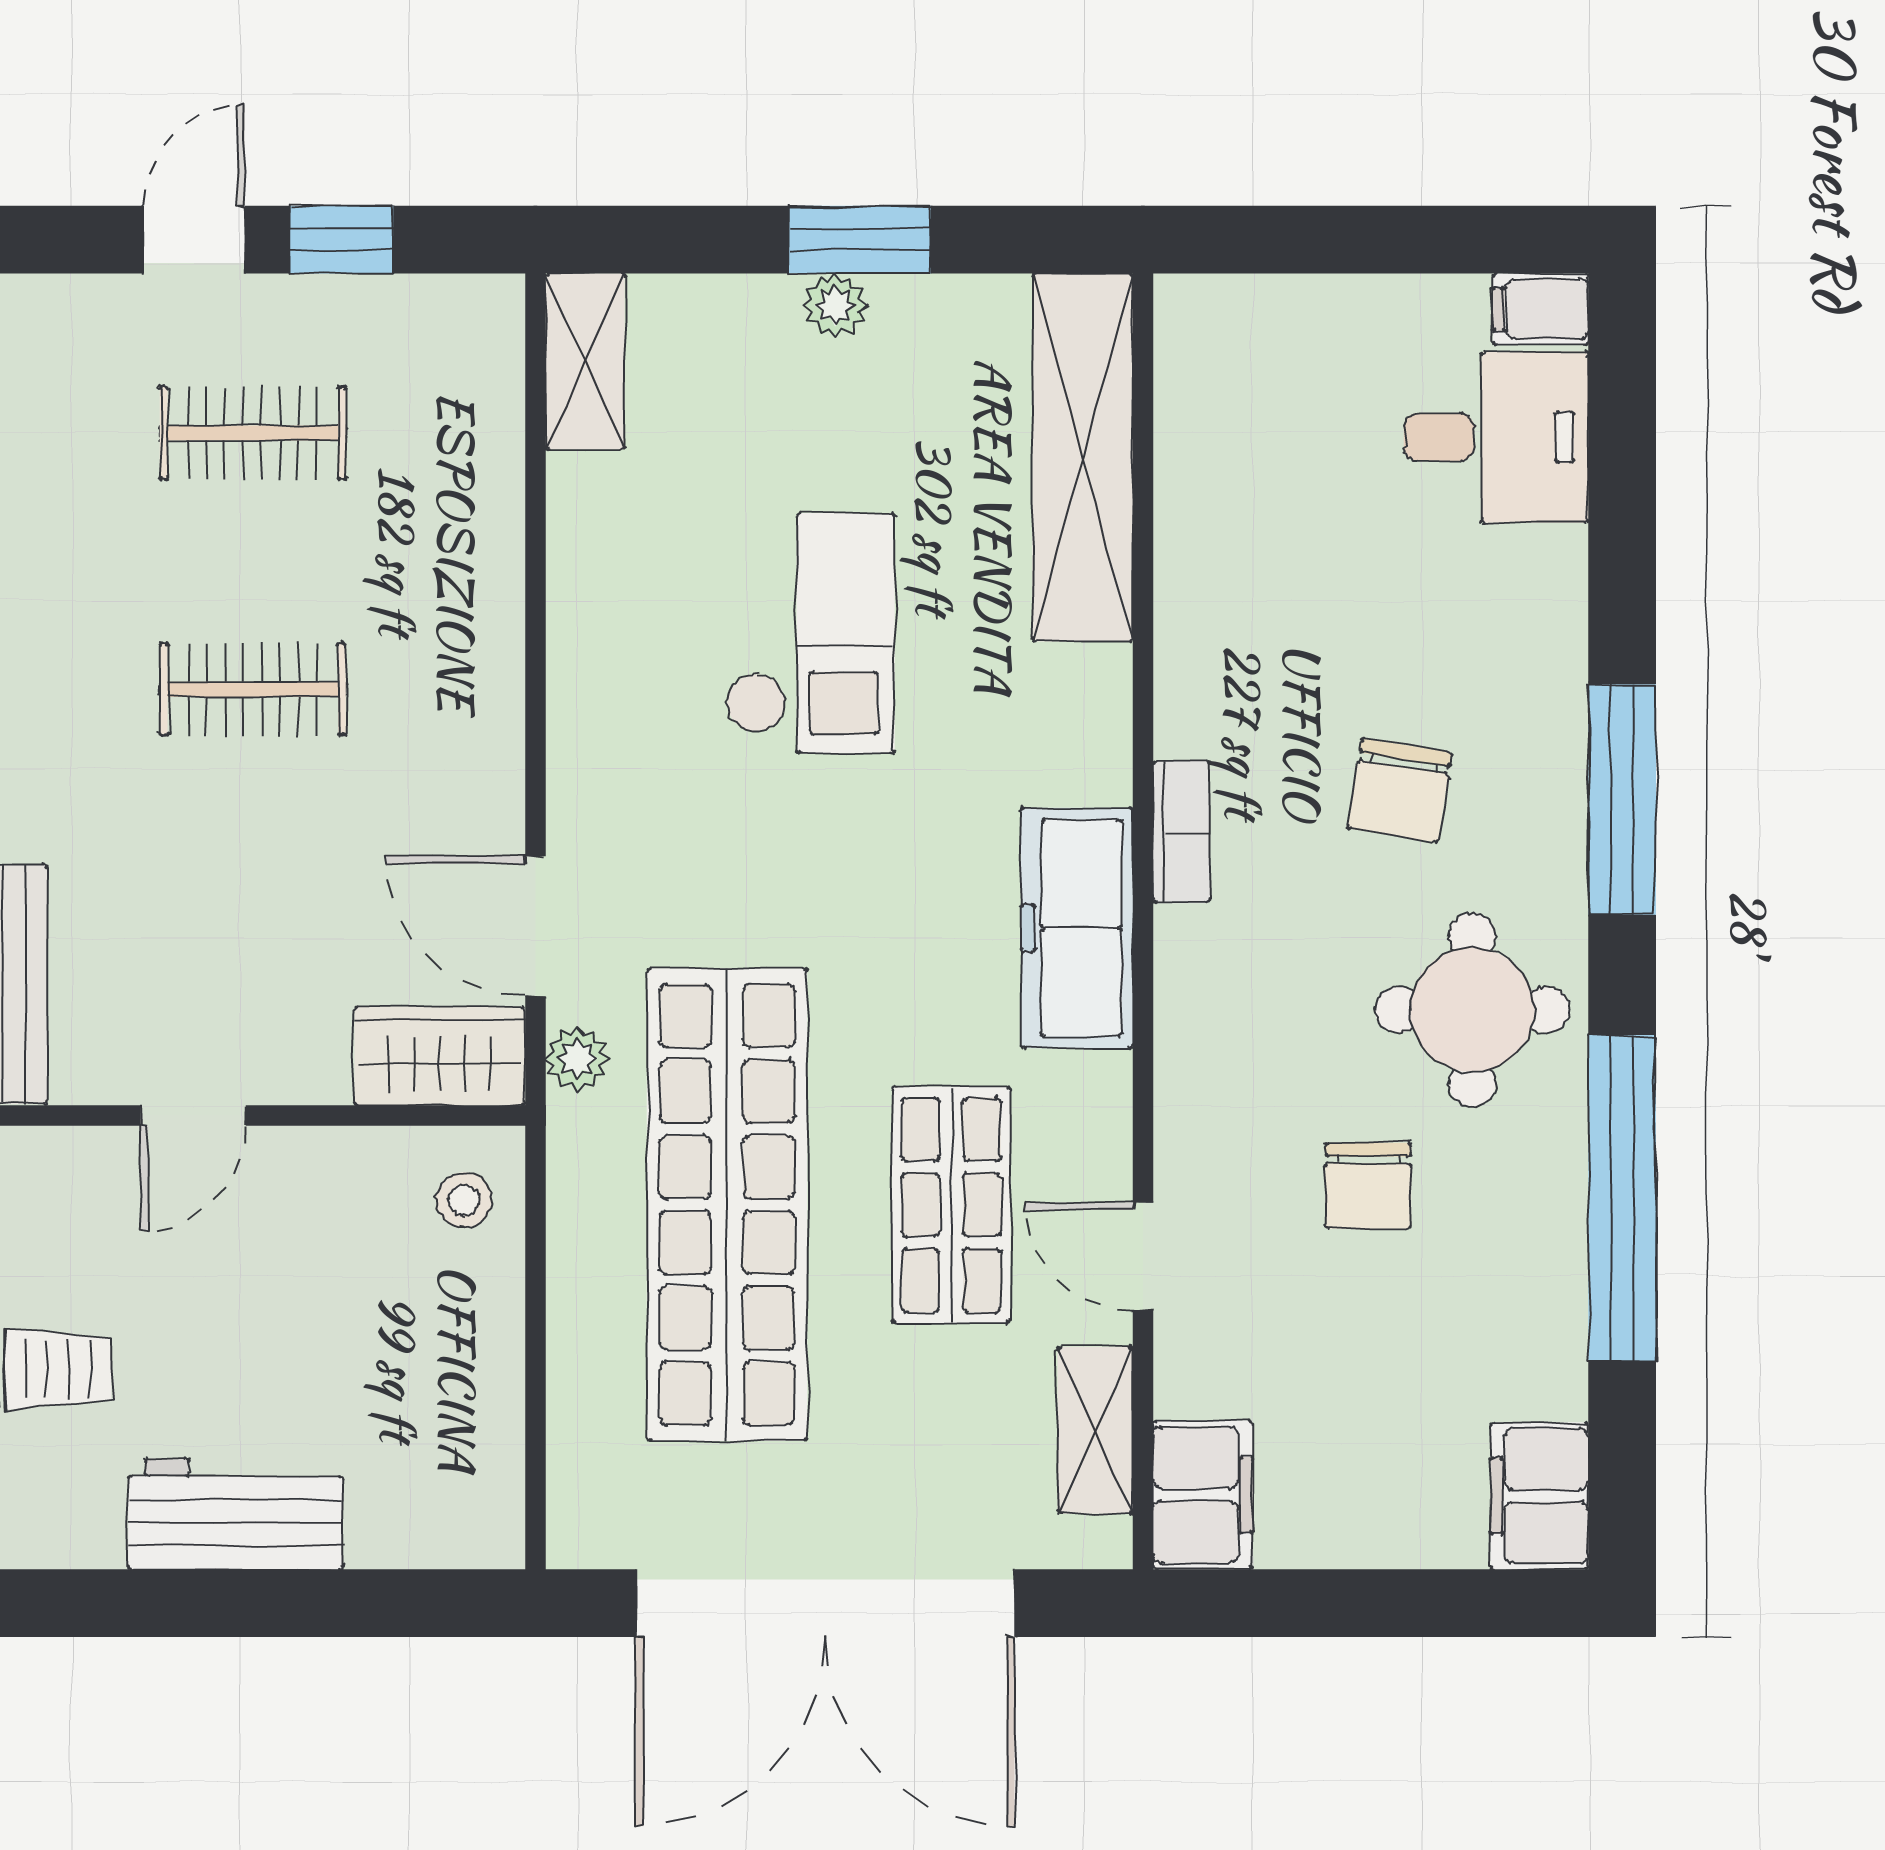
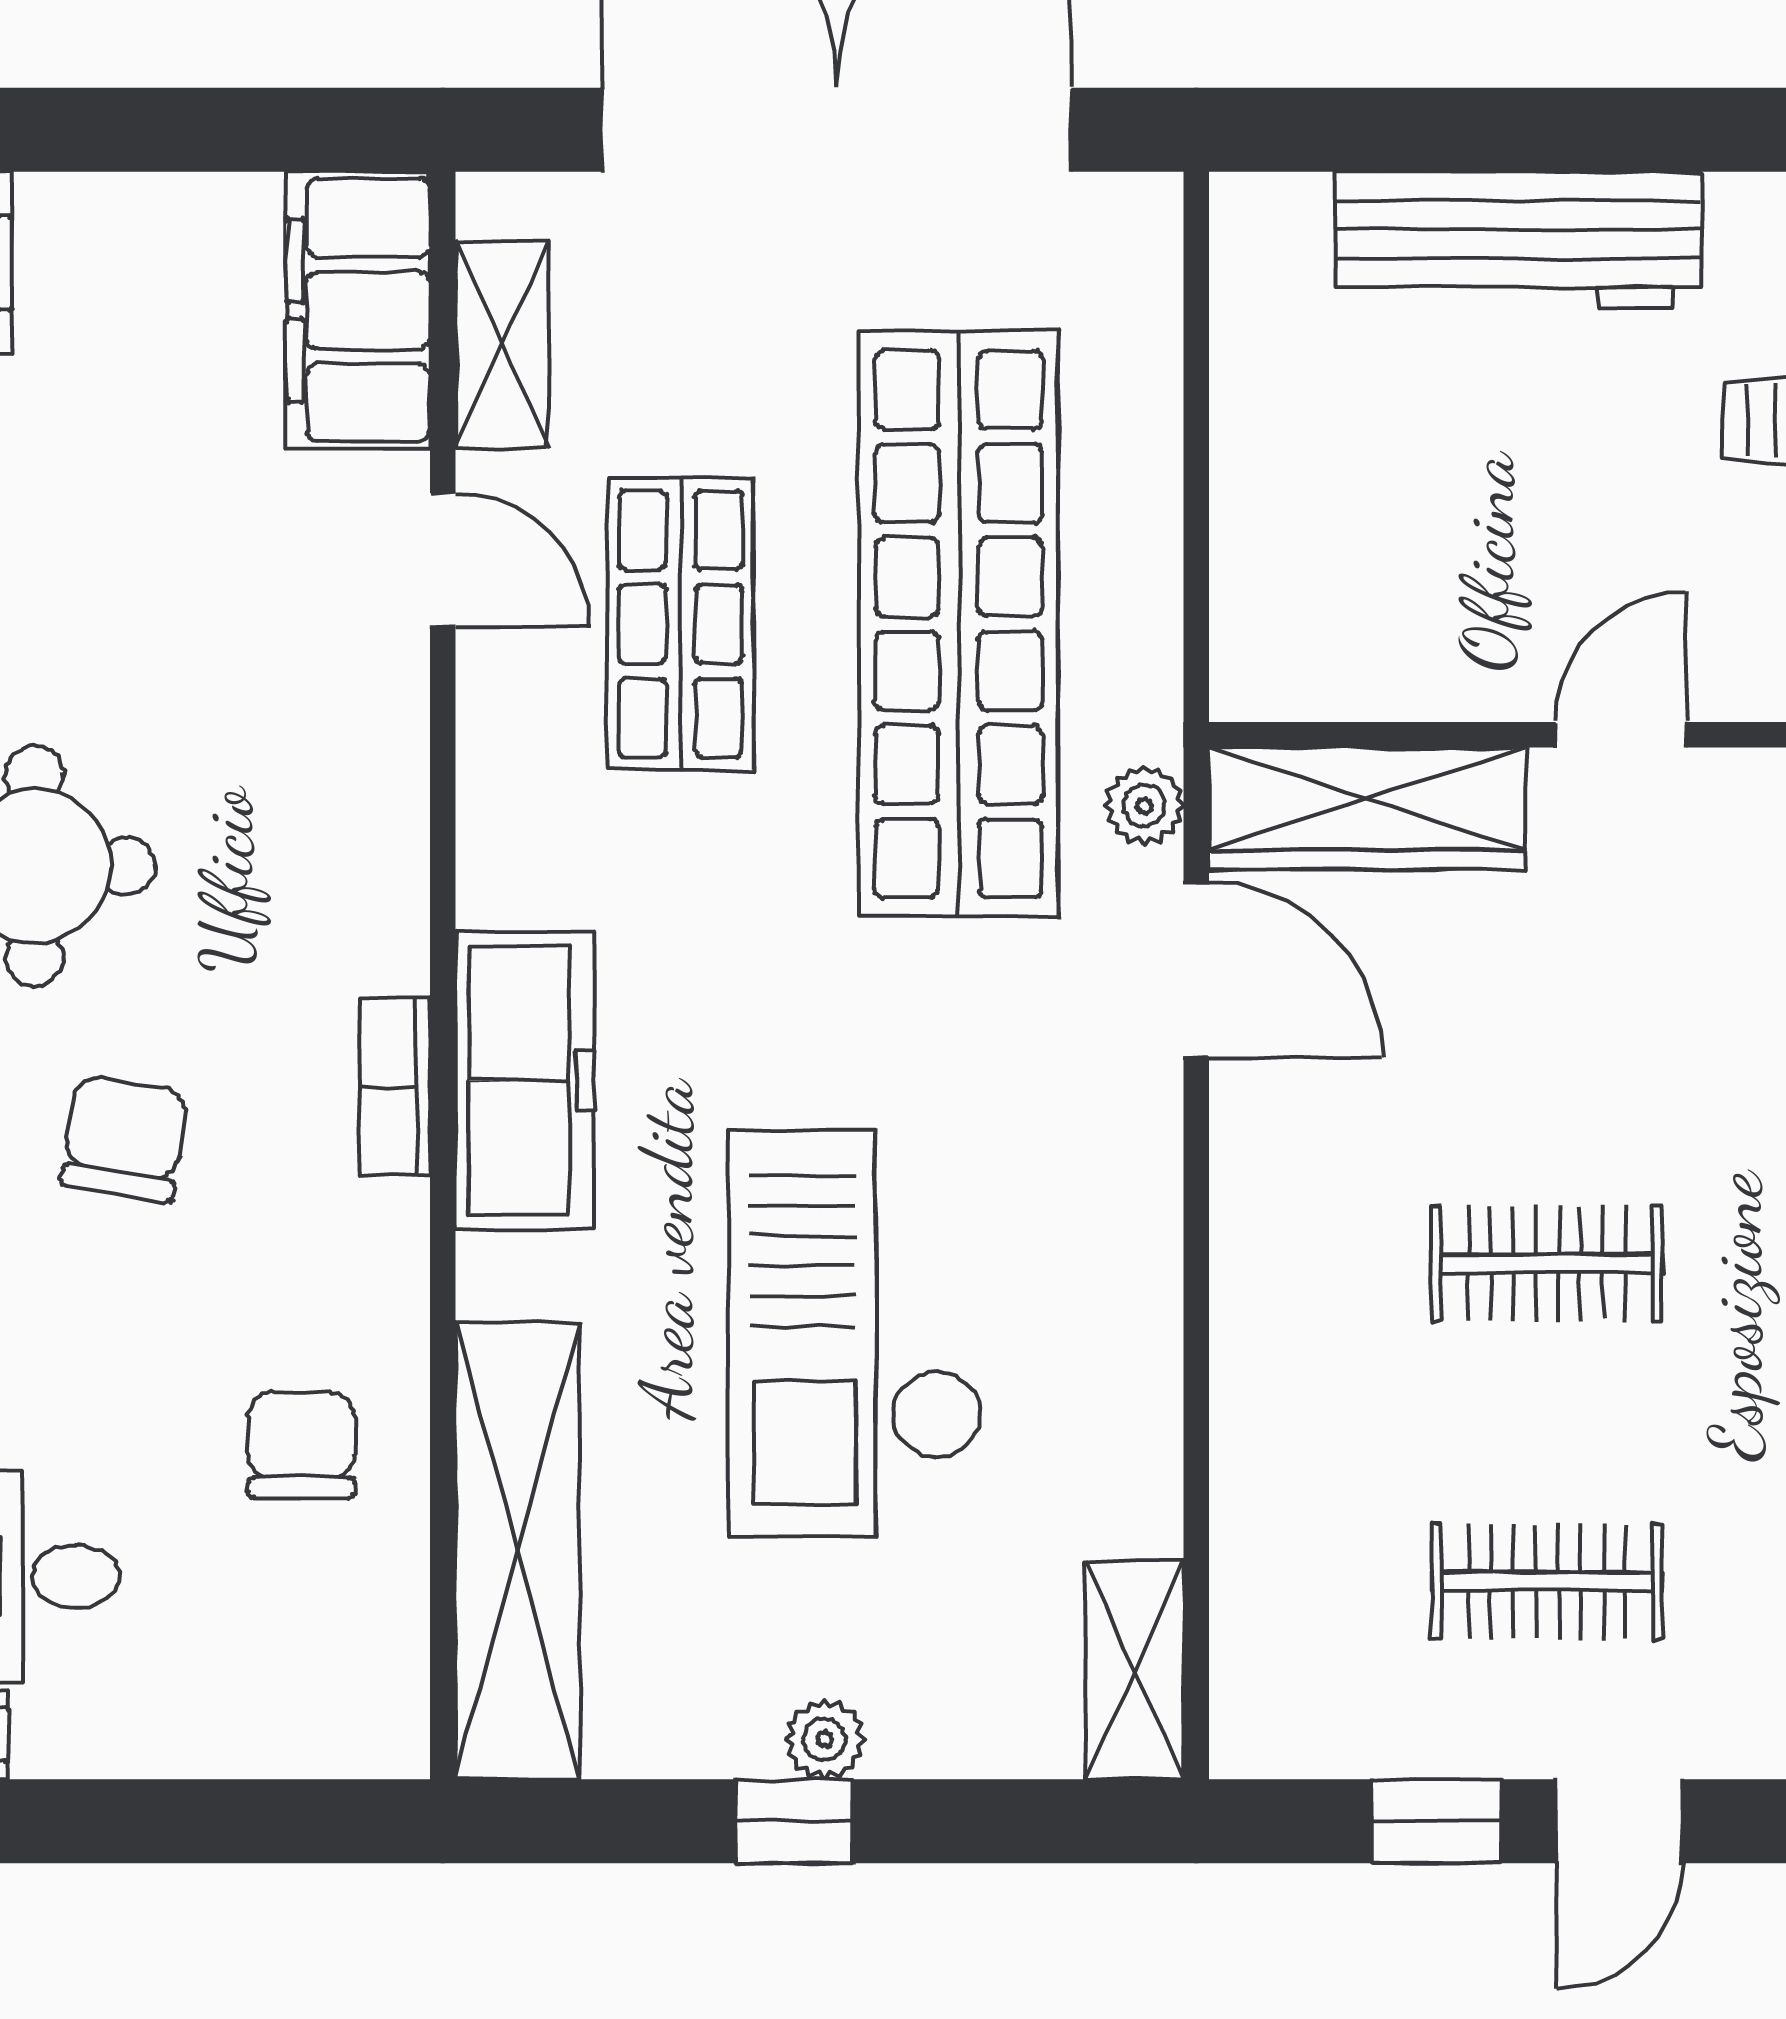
window: (860, 240) -> (794, 1821), width x0.67
checkout: (810, 633) -> (855, 1333), width x1.36, depth x1.21
freezer: (1077, 928) -> (525, 1080), moved
wardrobe: (440, 1056) -> (1368, 809), width x1.50
chair: (1368, 1186) -> (301, 1445), moved
stool: (464, 1200) -> (1285, 630), removed
filing cabinet: (1203, 1495) -> (358, 310), width x1.50, depth x1.17
workbench: (236, 1514) -> (1518, 240), width x1.38

